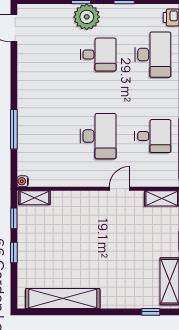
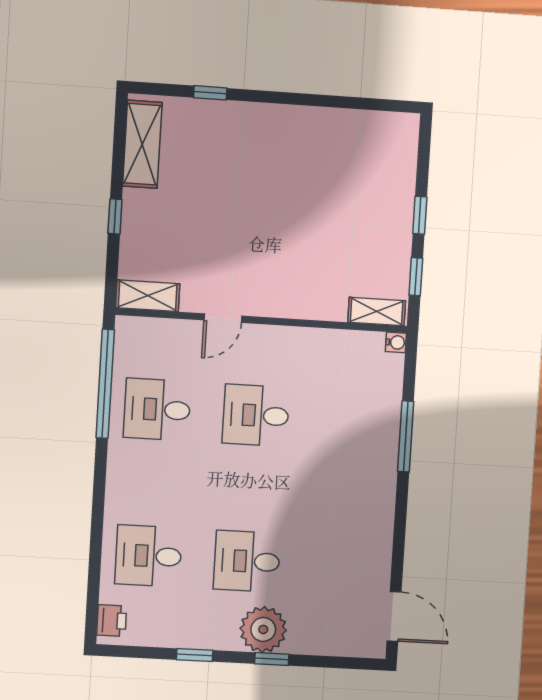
desk: (153, 55) -> (149, 556), width x0.73
desk: (98, 136) -> (256, 415), width x0.73
shelving: (63, 299) -> (338, 126), removed
window: (151, 312) -> (210, 93), moved

